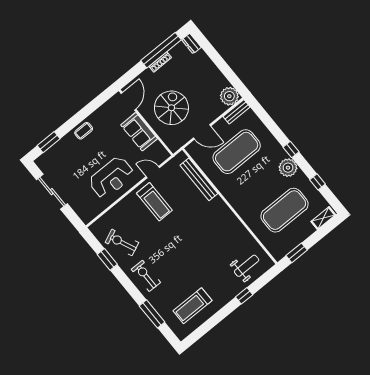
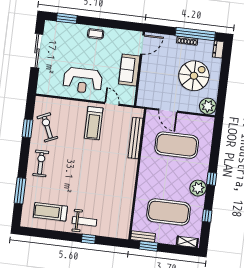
spiral stairs: (171, 108) -> (194, 76), moved
bench: (237, 112) -> (143, 237), moved
weight bench: (247, 266) -> (84, 221), moved

